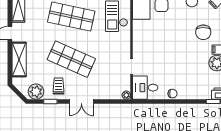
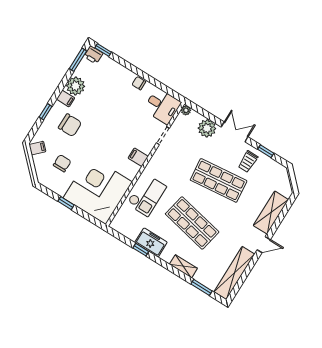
chair: (203, 32) -> (70, 125), turned 90
filing cabinet: (140, 40) -> (138, 157), added
shop shelf: (71, 59) -> (219, 180), turned -30
plant: (36, 92) -> (207, 128), moved

